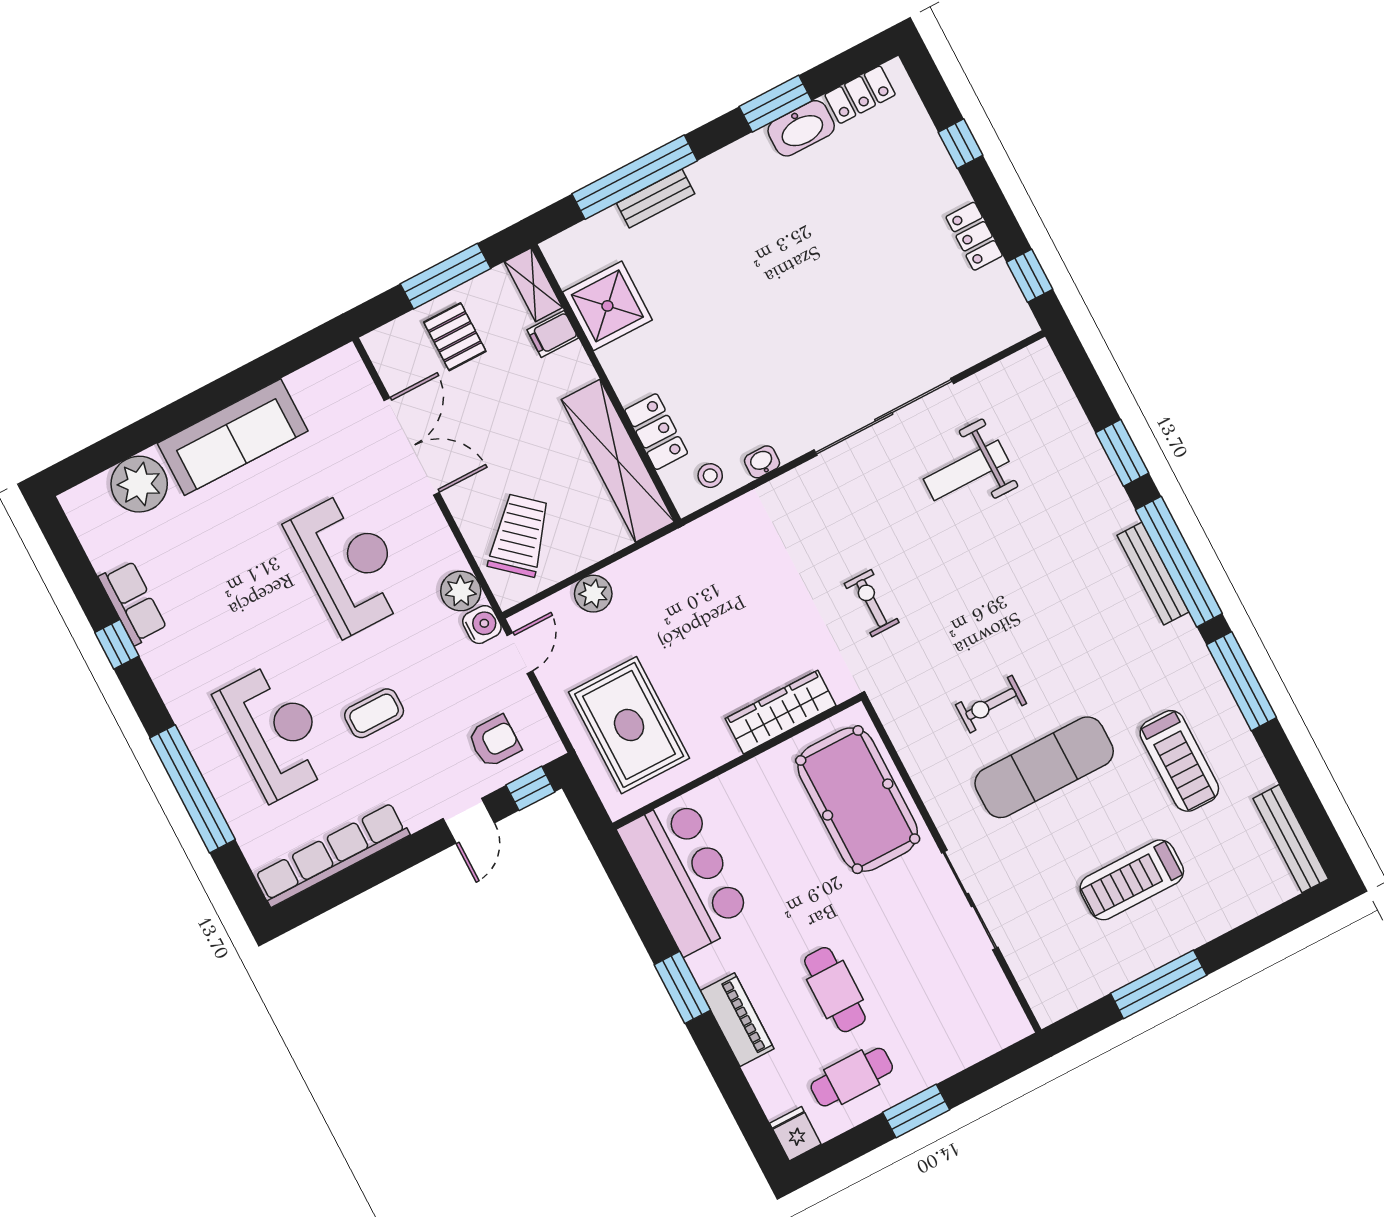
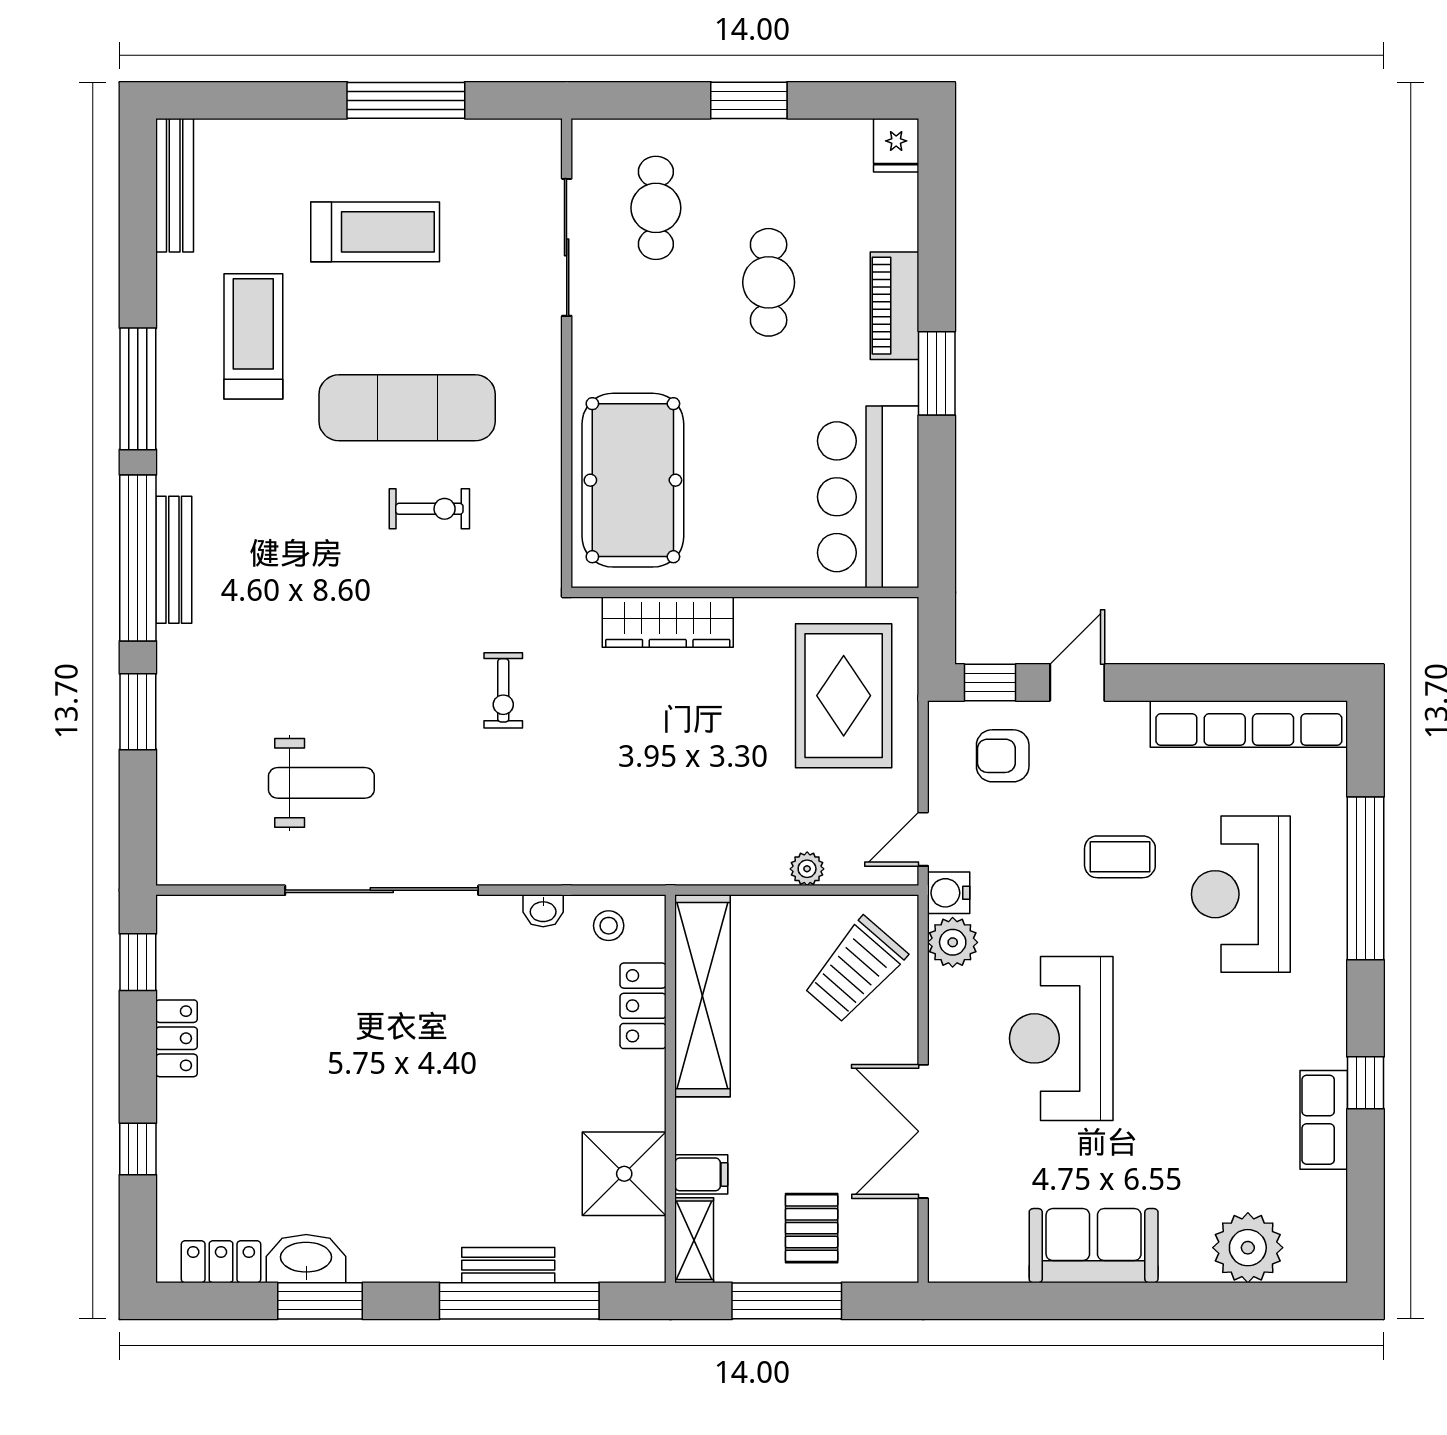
sofa: (233, 437) -> (1094, 1246), width x0.73
plant: (593, 594) -> (807, 869), width x0.73, depth x0.73
sliding door: (970, 900) -> (567, 247), moved
cafe table: (852, 1077) -> (656, 208), moved, turned 90

